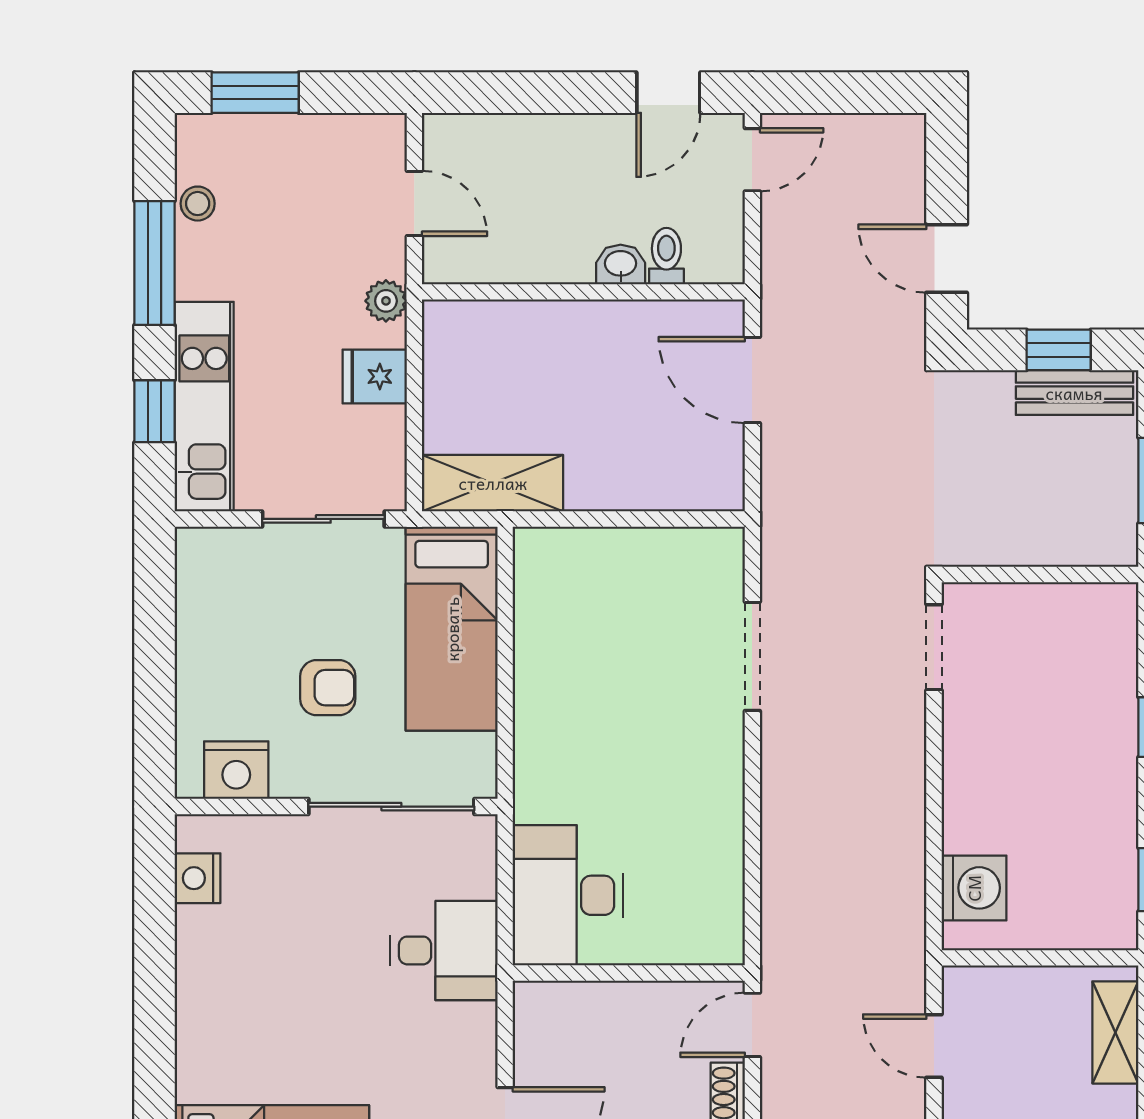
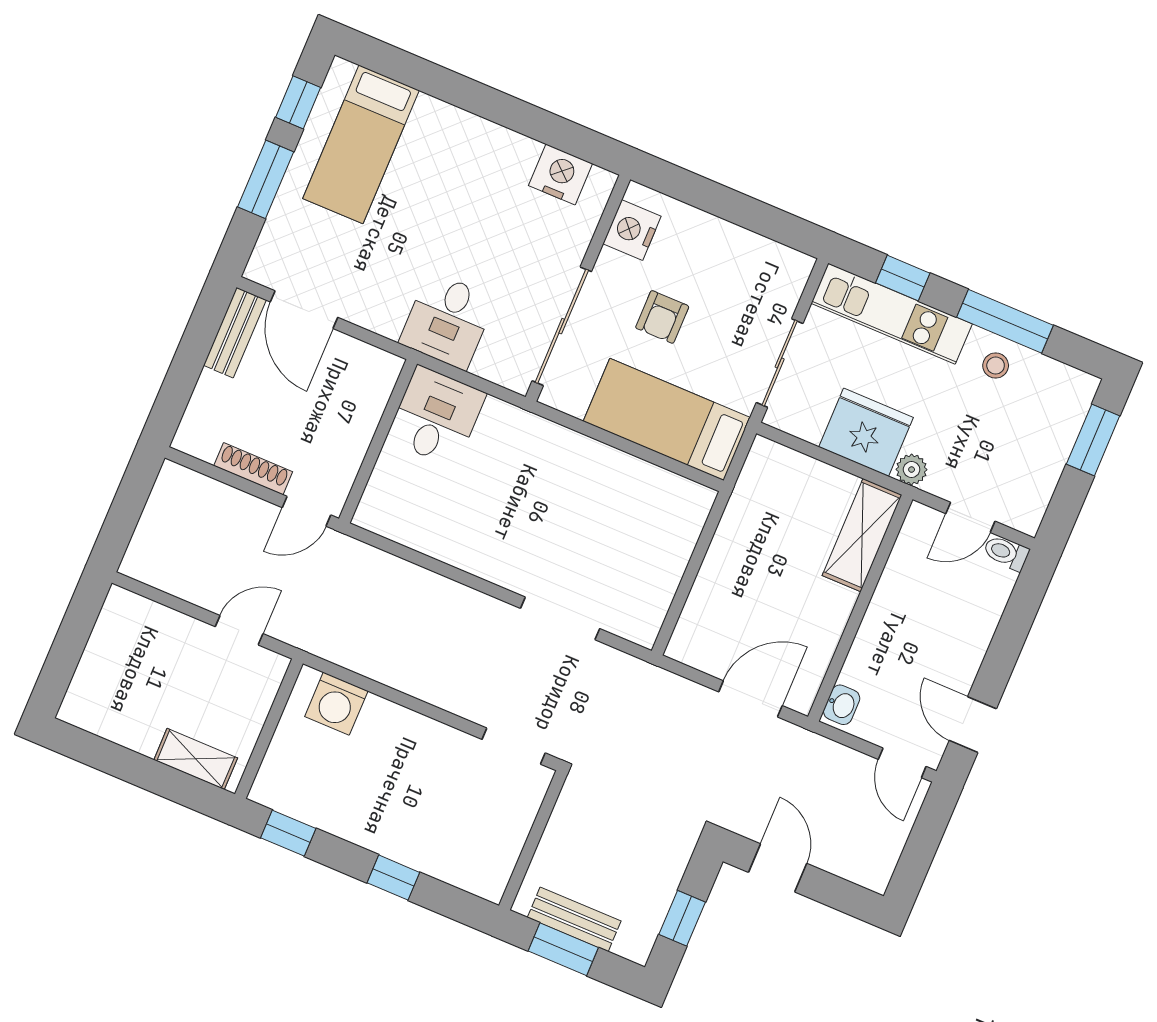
stool: (198, 204) -> (996, 366), moved
toilet: (666, 256) -> (1006, 553), moved, turned 180
door: (947, 259) -> (778, 868), hinge flipped
washbasin: (621, 265) -> (842, 705), moved
fridge: (375, 376) -> (866, 432), width x1.88, depth x1.34
bench: (1074, 393) -> (574, 919), moved, turned 90
shelving: (493, 483) -> (862, 535), moved
nightstand: (198, 878) -> (561, 174), width x1.36, depth x1.33
desk: (568, 895) -> (436, 416), width x0.73
door: (752, 1025) -> (306, 511), swing flipped

